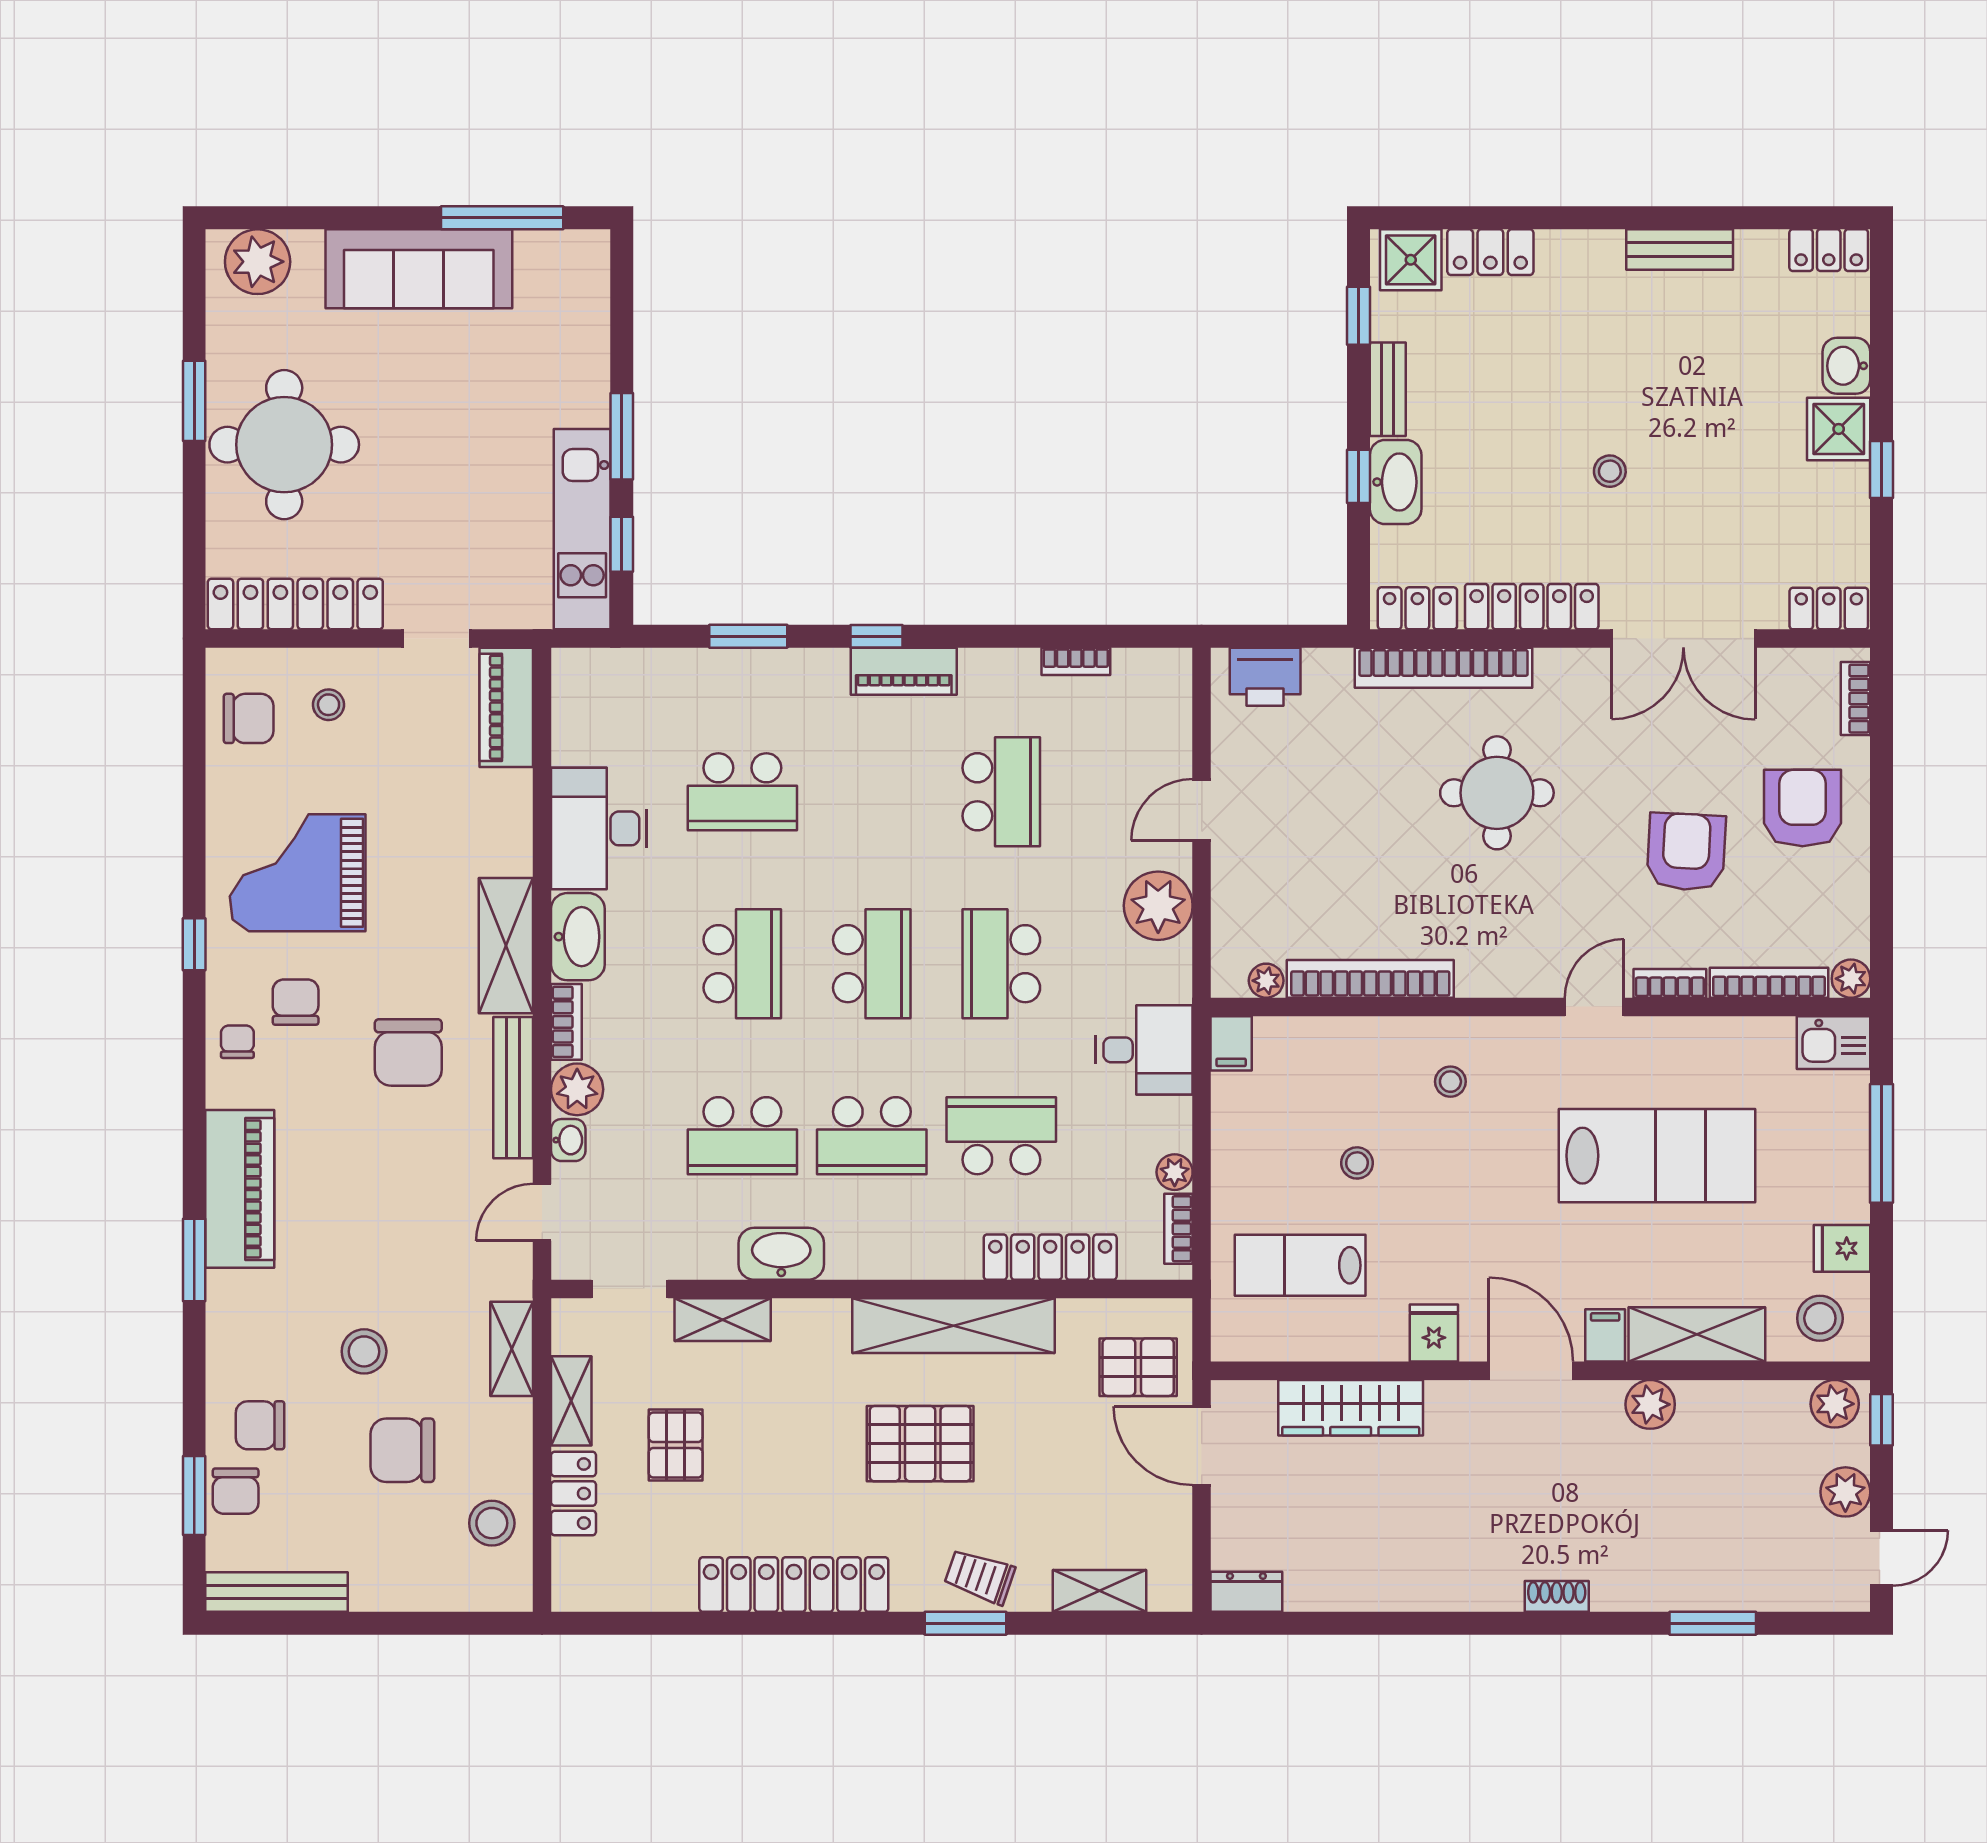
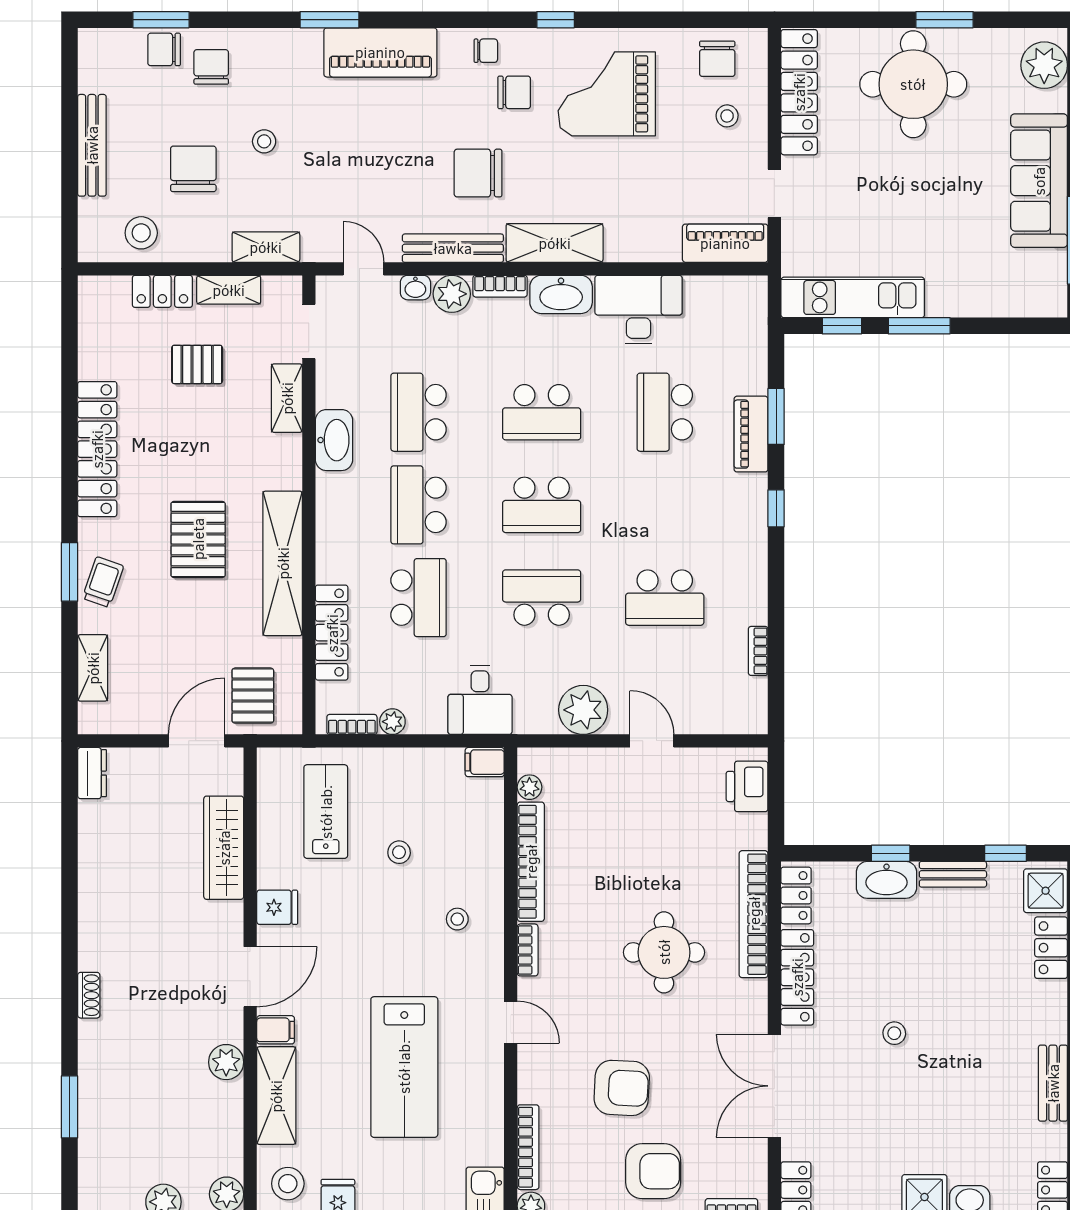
piano: (904, 671) -> (751, 434), moved
grand piano: (298, 873) -> (607, 94), turned -90
bookcase: (1670, 983) -> (528, 950), moved
stool: (364, 1351) -> (264, 141), width x0.73, depth x0.73
bench: (277, 1592) -> (92, 145), moved

